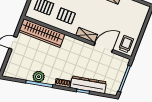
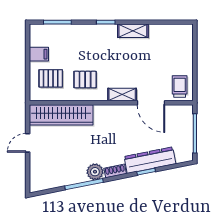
door: (103, 48) -> (151, 103), swing flipped
plant: (39, 77) -> (95, 172), moved

